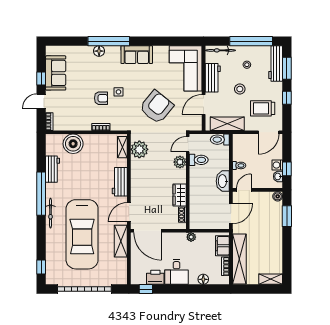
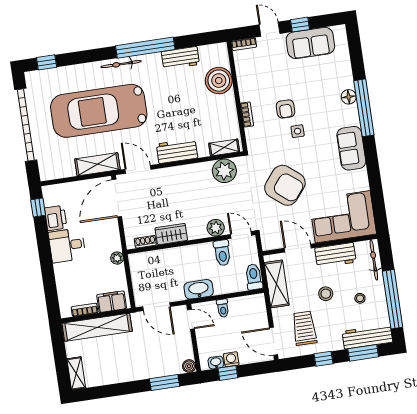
floor lamp: (203, 279) -> (63, 283), removed

